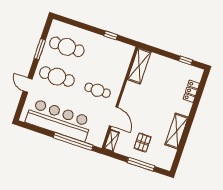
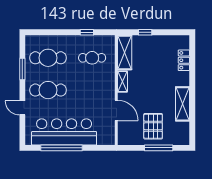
window: (186, 60) -> (145, 32), moved
cafe table: (98, 90) -> (92, 58), moved
window: (73, 141) -> (61, 148), moved
shelving: (112, 141) -> (122, 82), moved
pallet: (142, 143) -> (153, 126), width x1.50, depth x1.42

